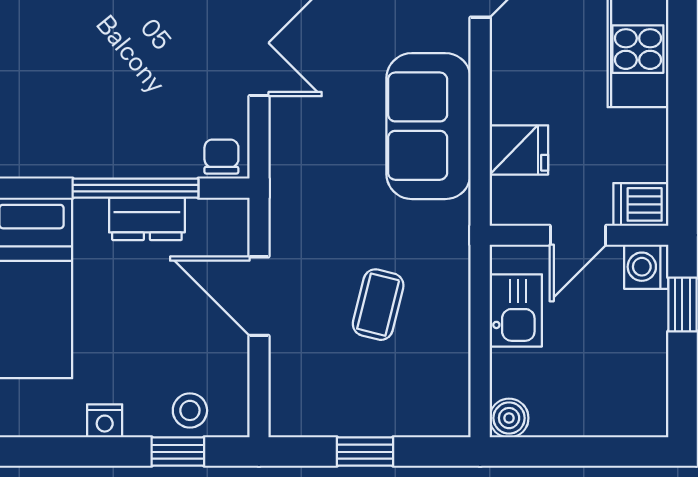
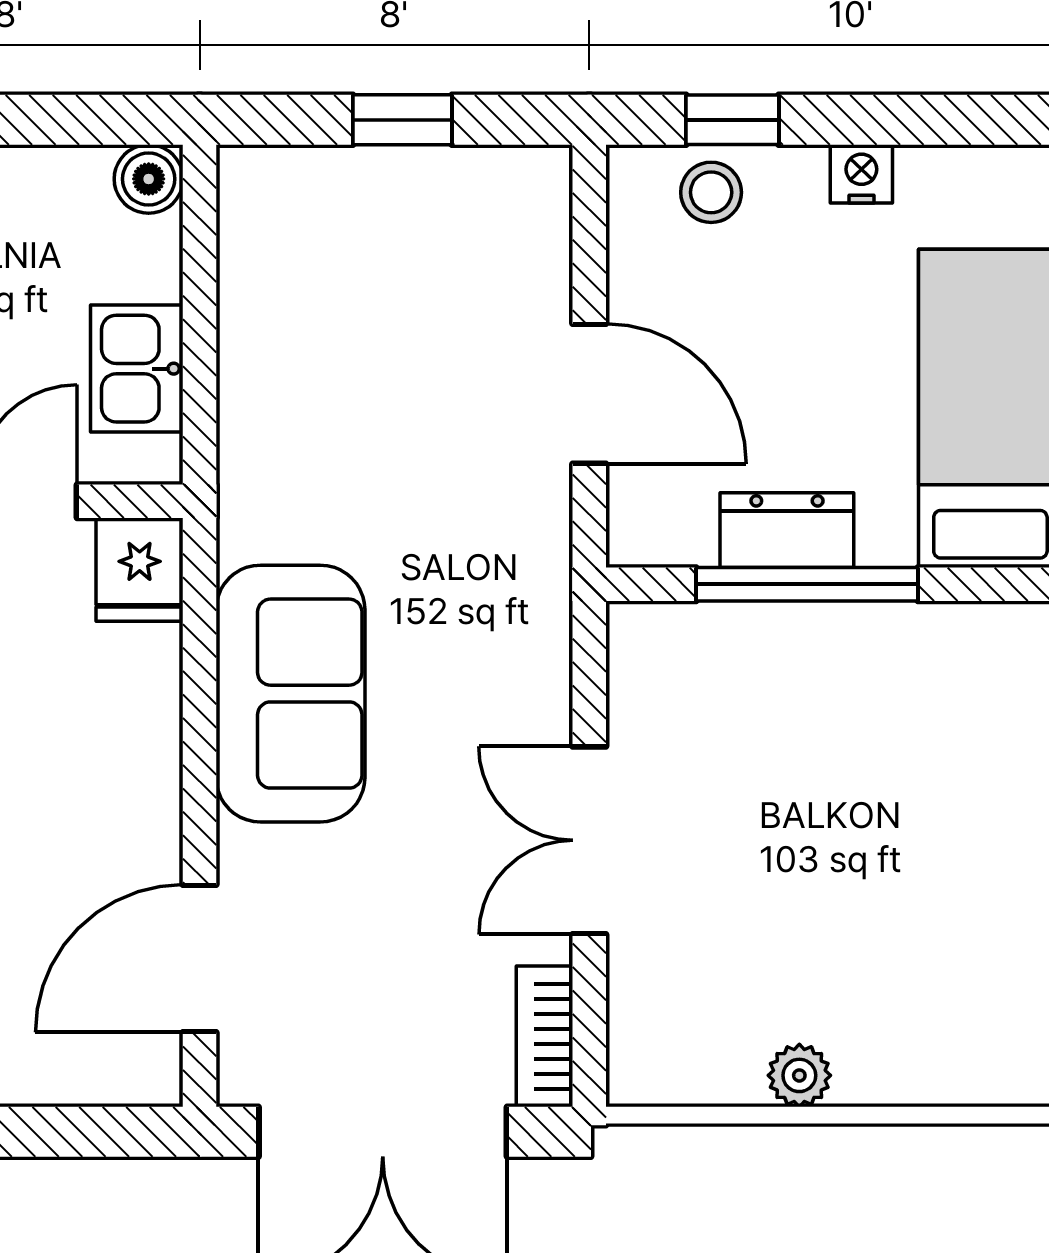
fridge: (519, 150) -> (140, 570), moved, turned -90
chair: (221, 157) -> (656, 640), removed
coffee table: (378, 305) -> (379, 379), removed

